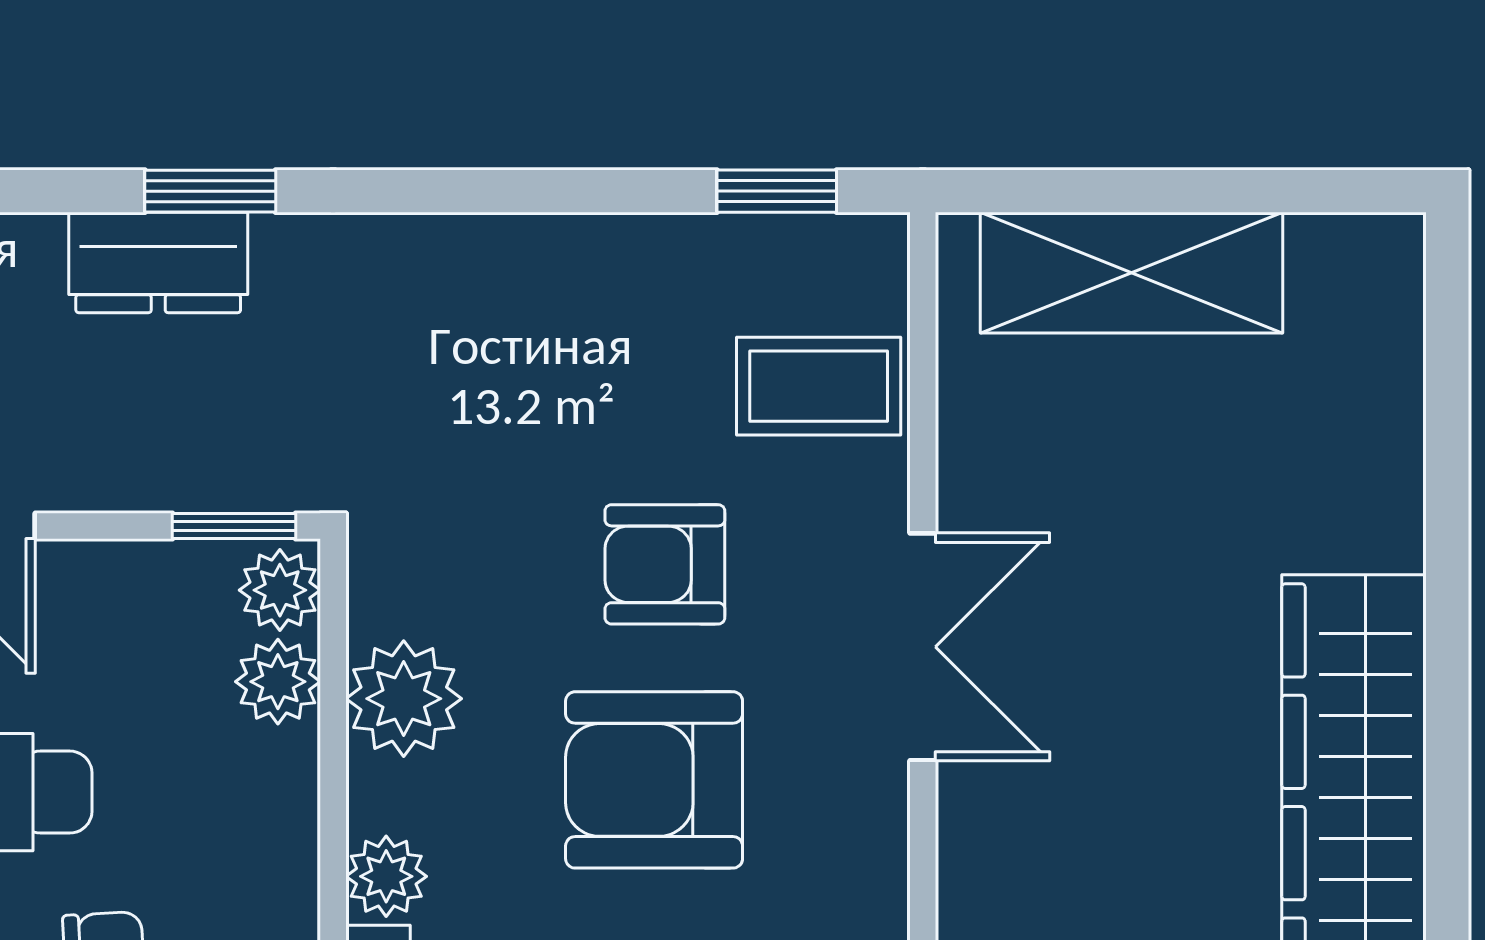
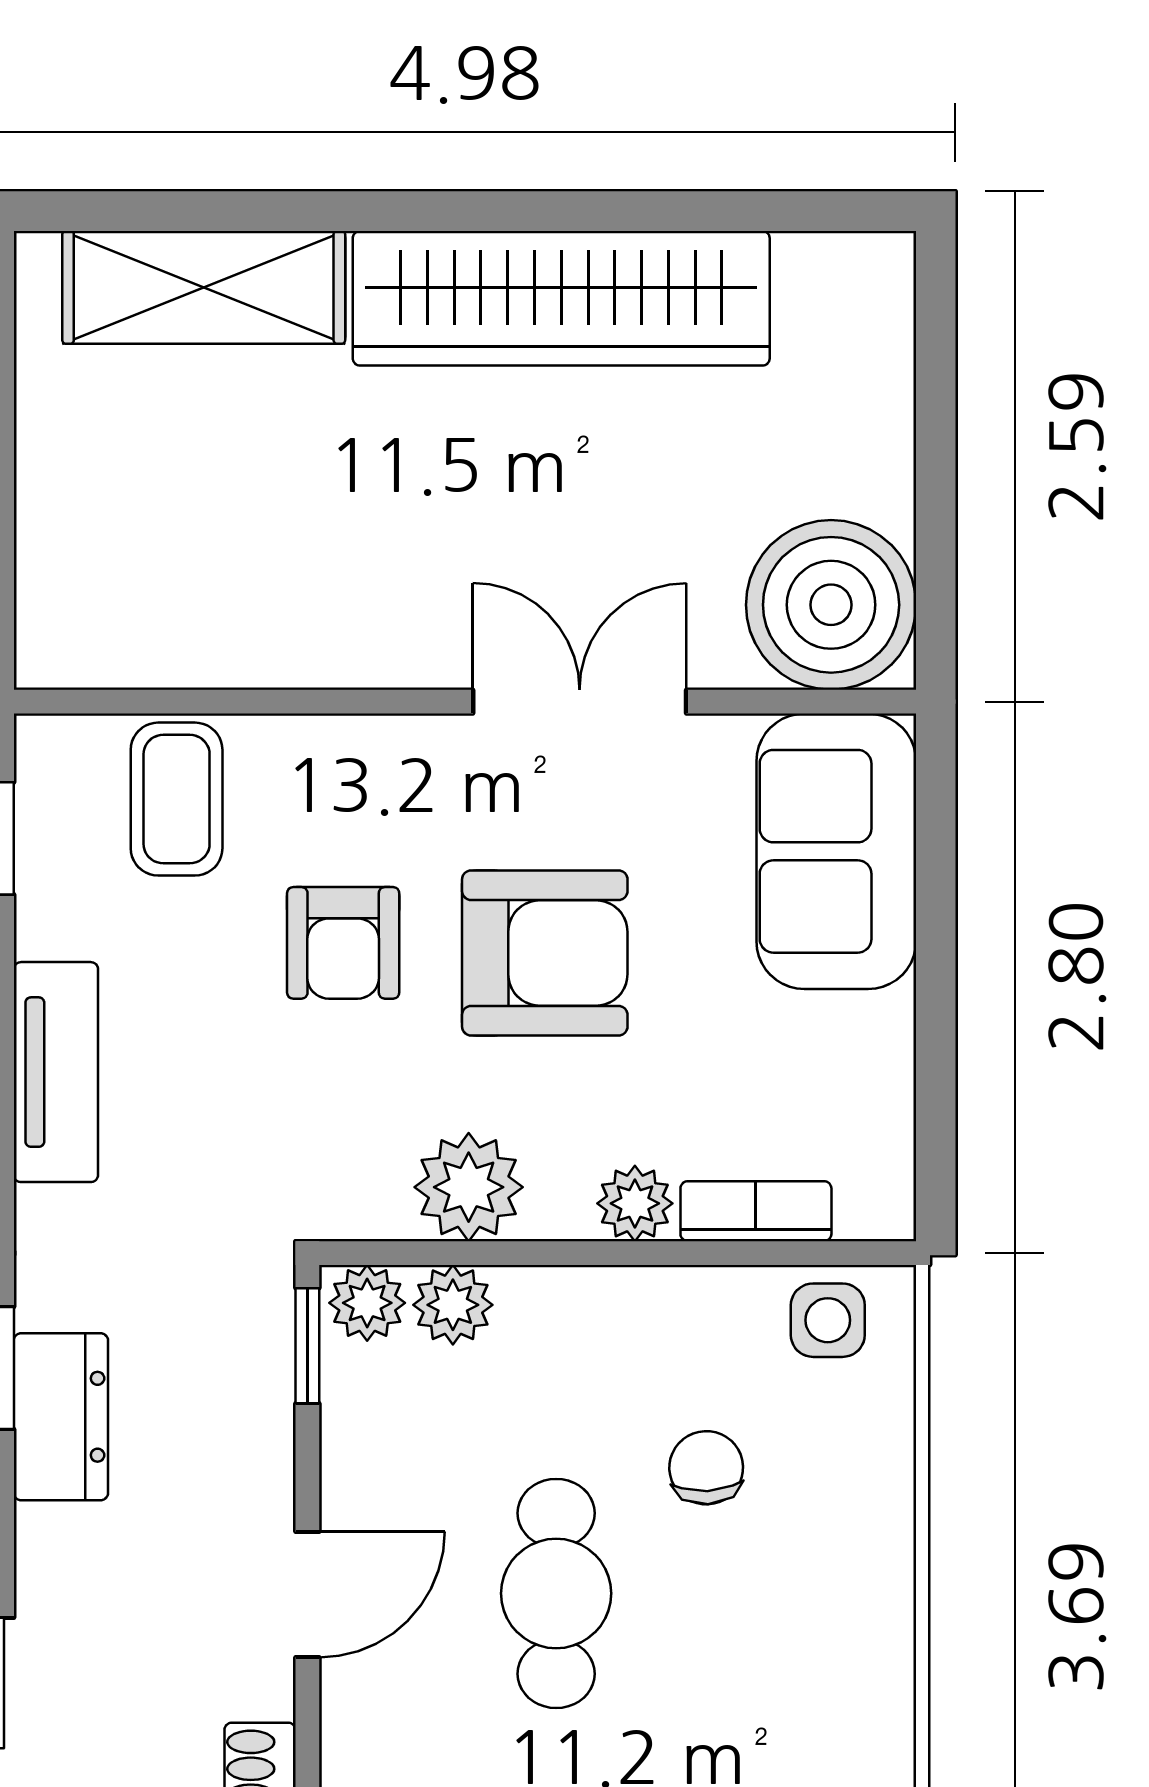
tv unit: (527, 257) -> (56, 1072), added
shelving: (1132, 273) -> (204, 287), moved, turned 90
double door: (923, 647) -> (580, 702), moved
armchair: (654, 780) -> (545, 953), turned -90

